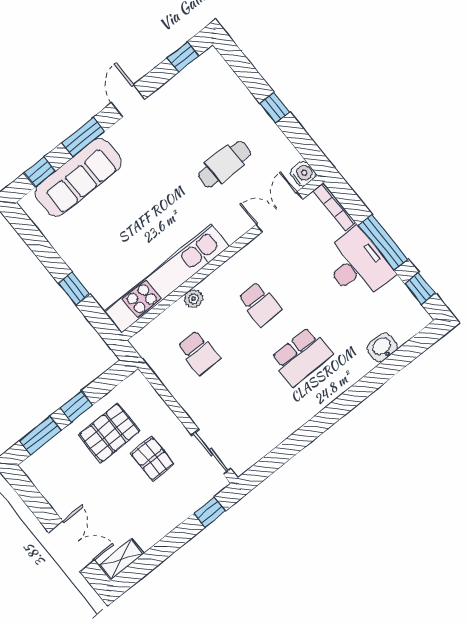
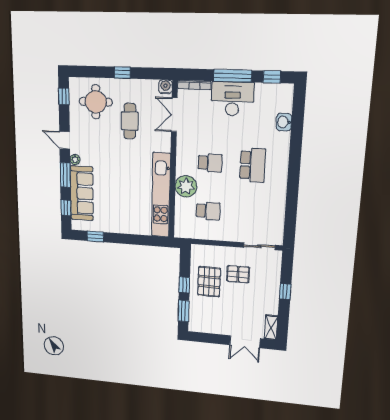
round table: (211, 103) -> (96, 102), added
plant: (115, 134) -> (75, 160), added
window: (74, 288) -> (95, 236), moved
plant: (194, 299) -> (186, 186), width x1.88, depth x1.88
window: (209, 512) -> (285, 292), moved
double door: (71, 546) -> (245, 342), swing flipped

